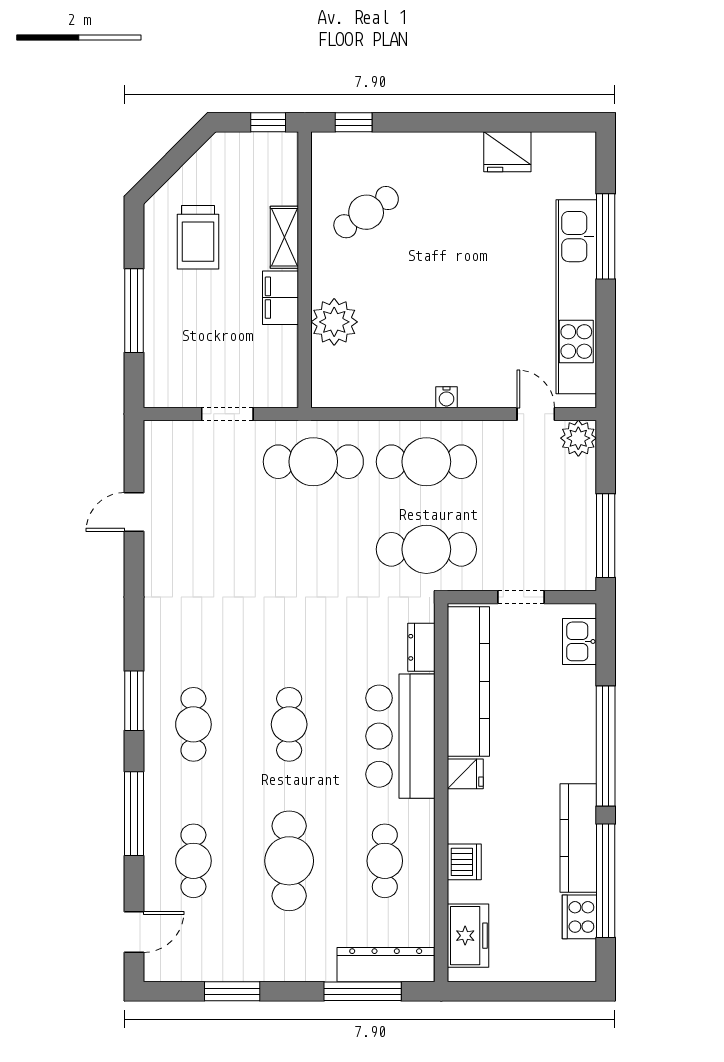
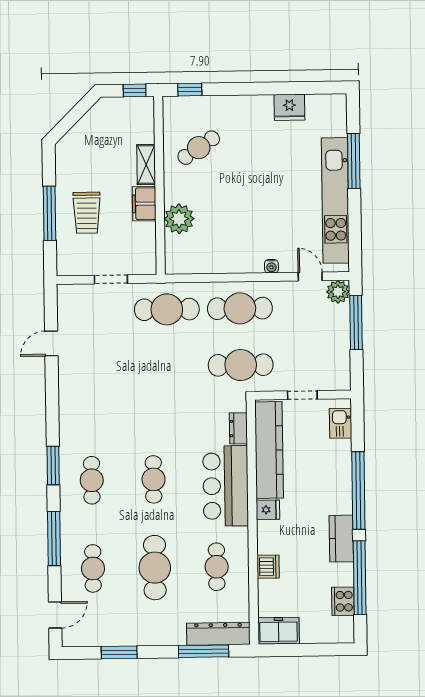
trolley: (198, 237) -> (87, 213), moved
water cooler: (446, 397) -> (271, 266), moved
window: (606, 536) -> (356, 323), moved
kitchen counter: (578, 838) -> (341, 539), width x0.67
freezer: (468, 936) -> (279, 631), moved, turned -90

